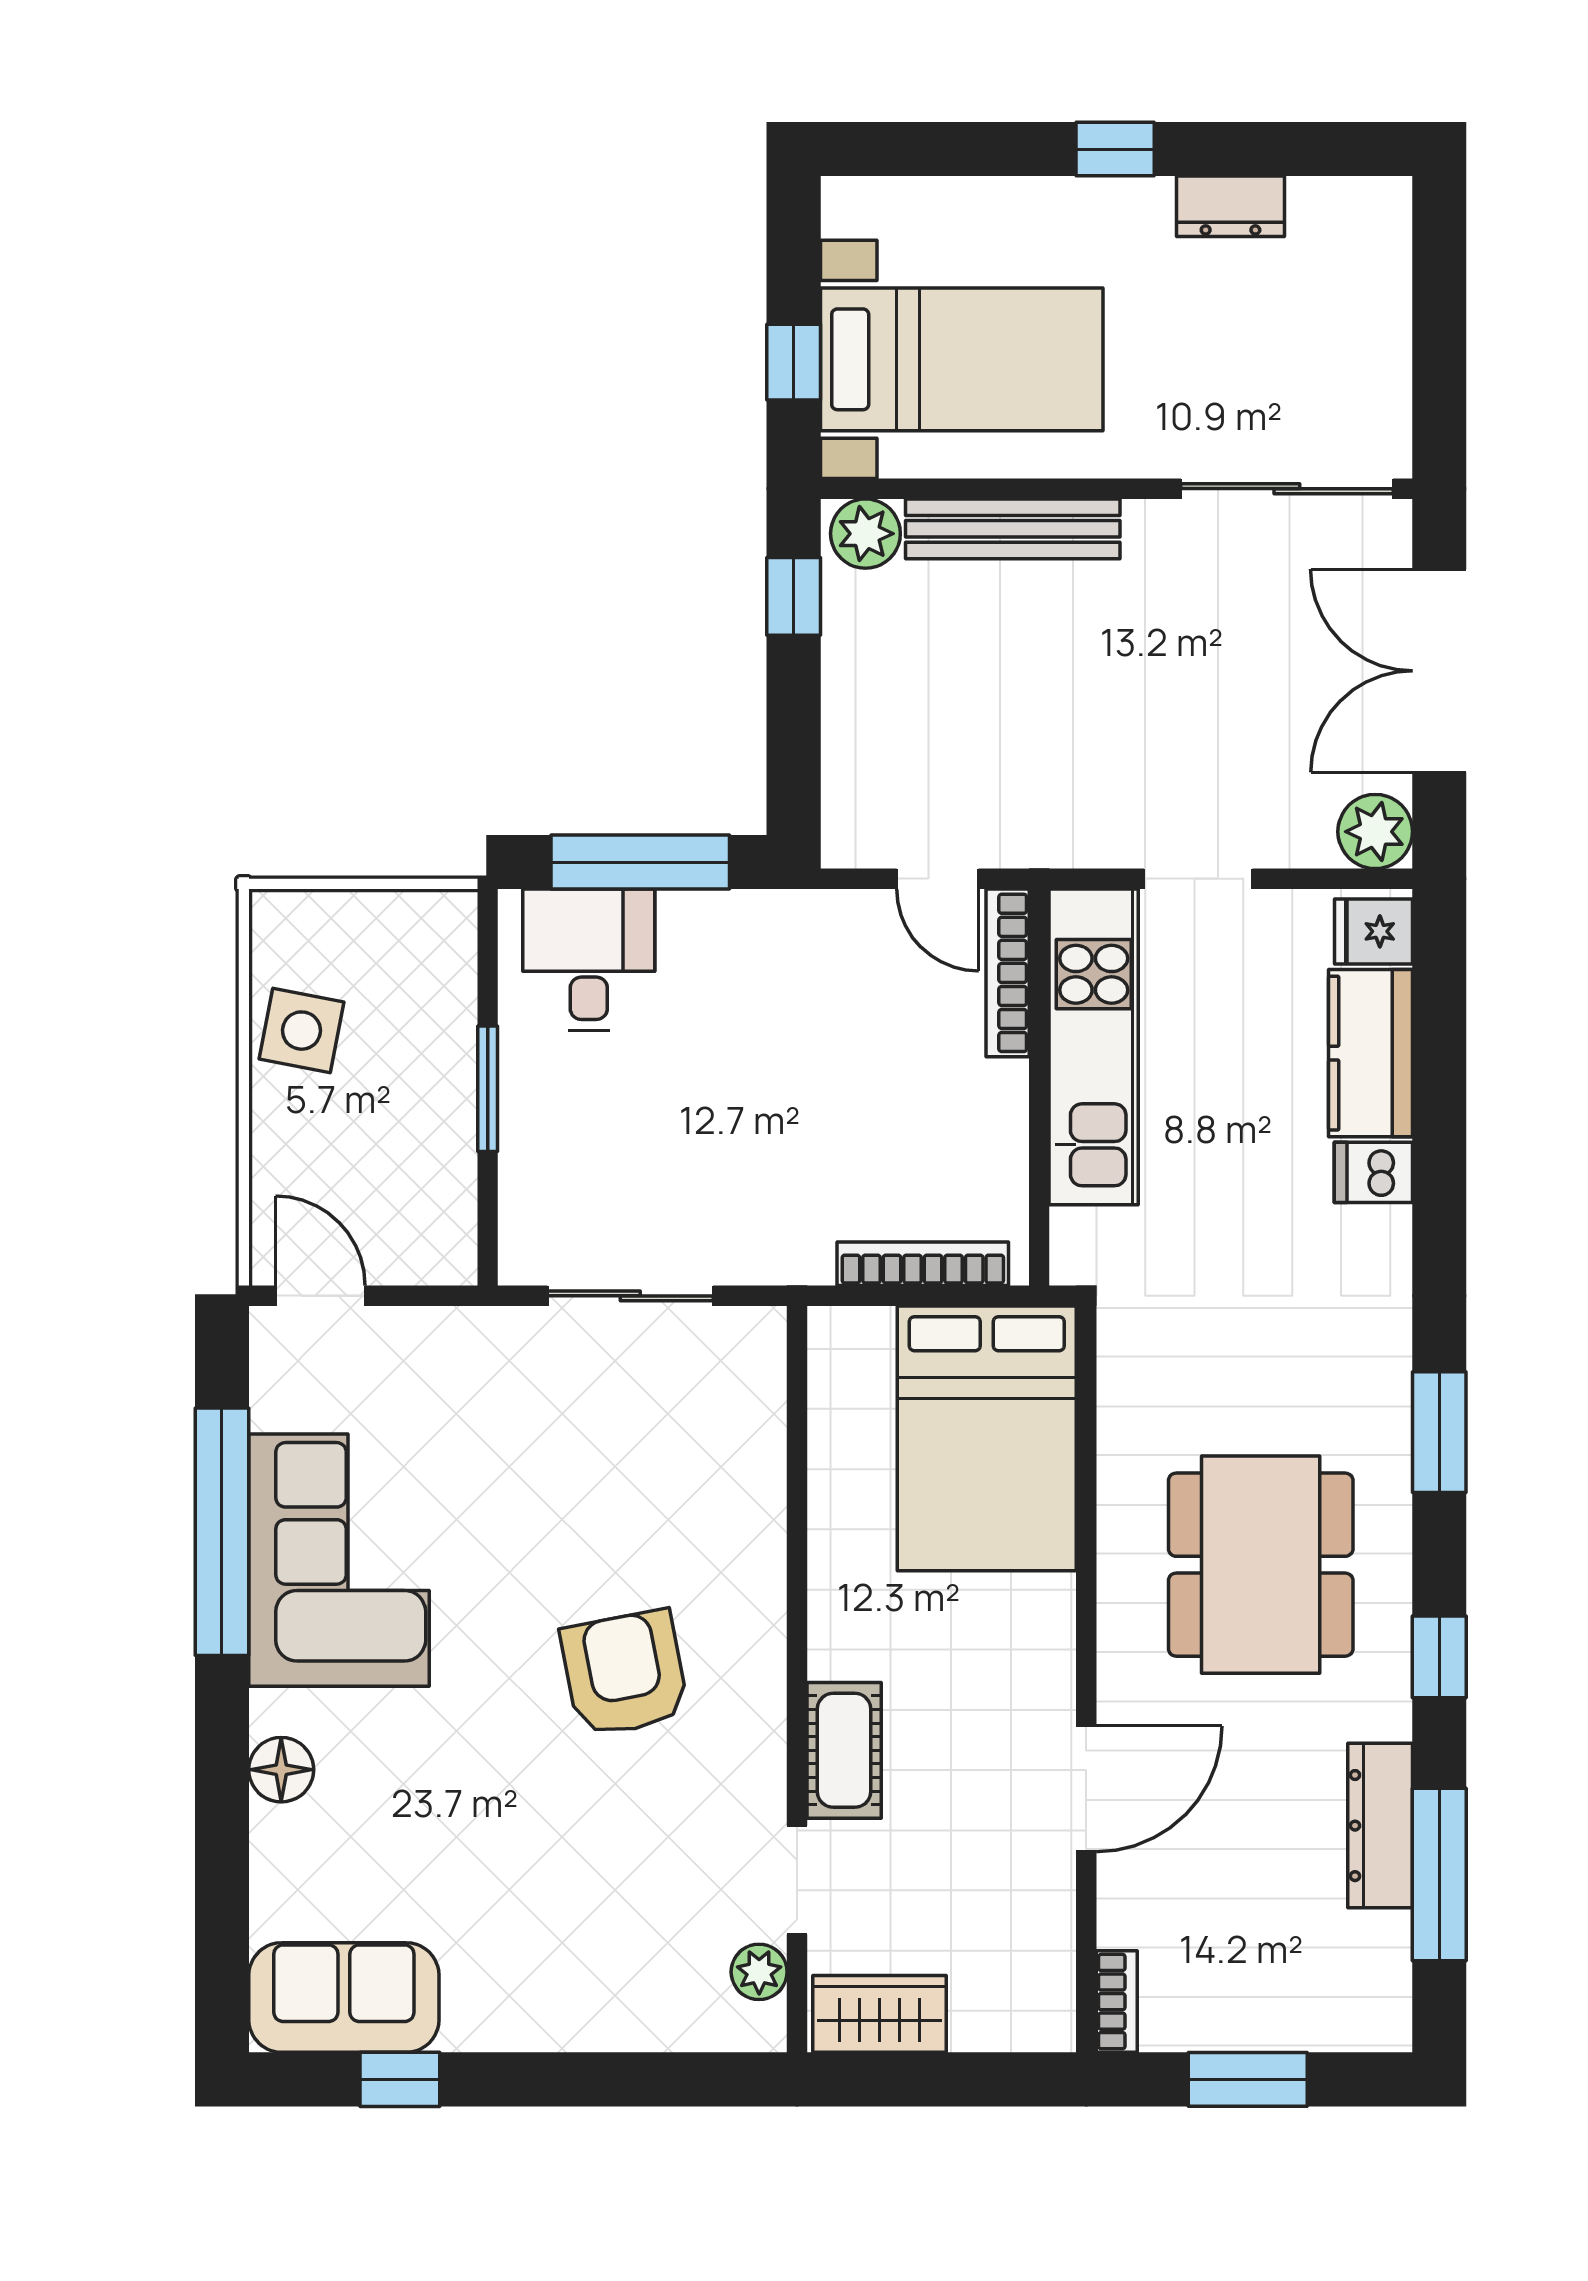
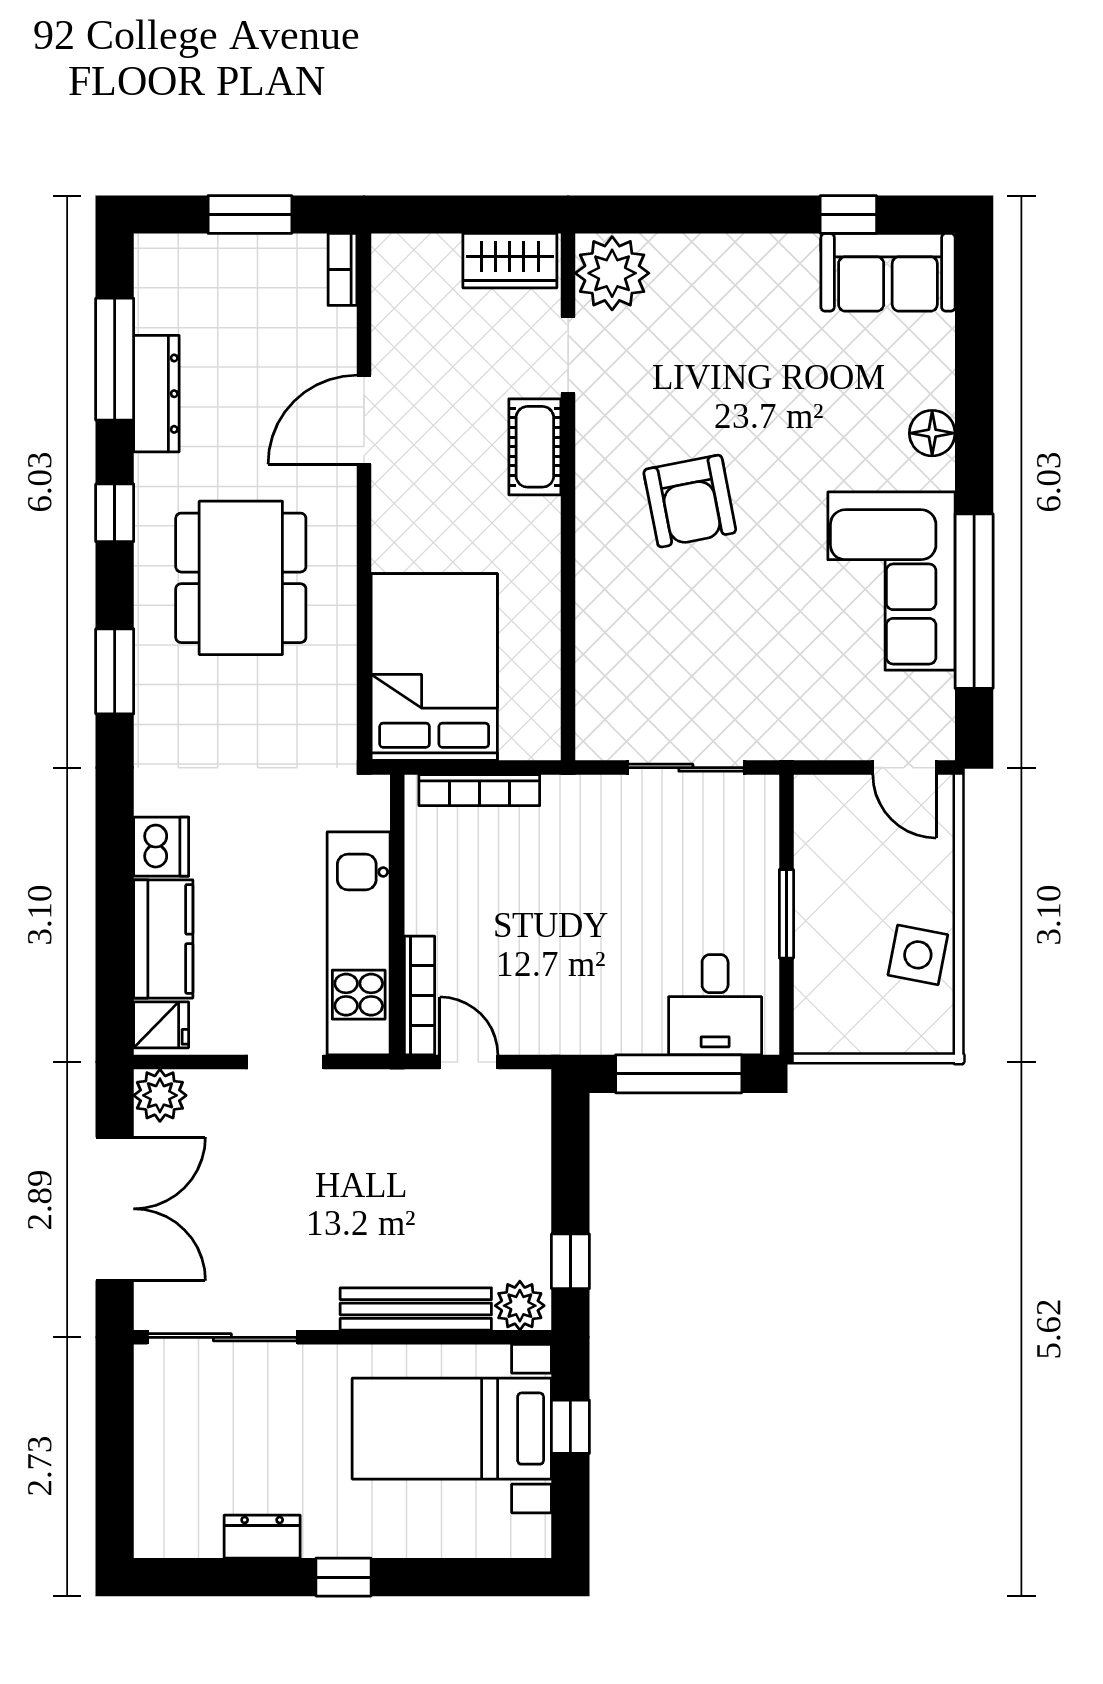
dishwasher: (1373, 1172) -> (161, 847), width x1.38
plant: (759, 1972) -> (612, 273), width x1.88, depth x1.88

